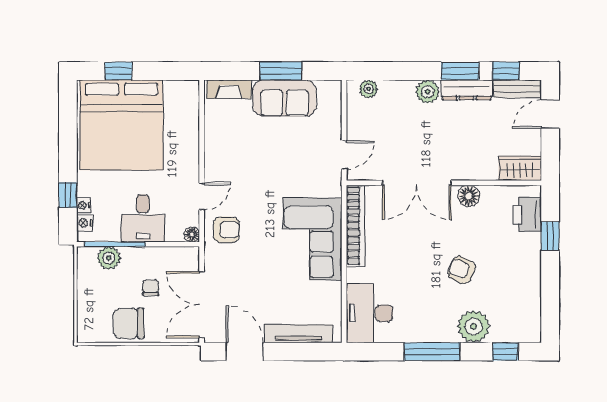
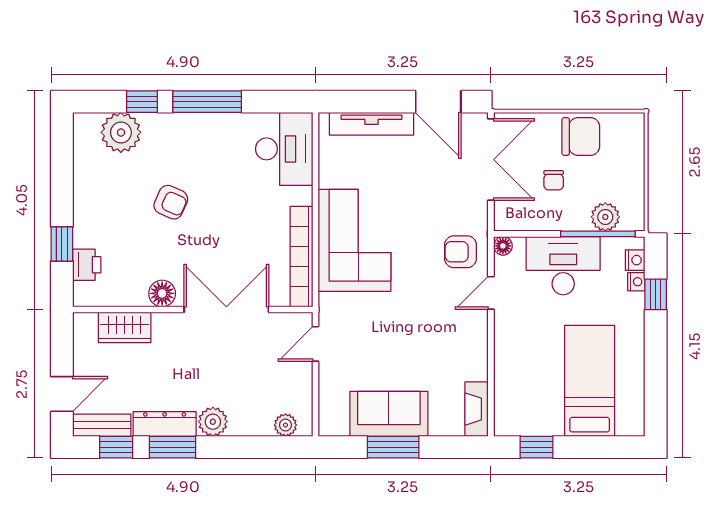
window: (119, 71) -> (537, 447), moved
fireplace: (229, 89) -> (477, 409), moved, turned -90
bed: (121, 125) -> (590, 381), width x0.49
wardrobe: (520, 168) -> (125, 327), moved
printer: (527, 215) -> (87, 265), width x0.73, depth x0.81
desk: (143, 218) -> (563, 266), width x1.37
plant: (474, 327) -> (121, 132), moved
window: (505, 352) -> (142, 102), moved

